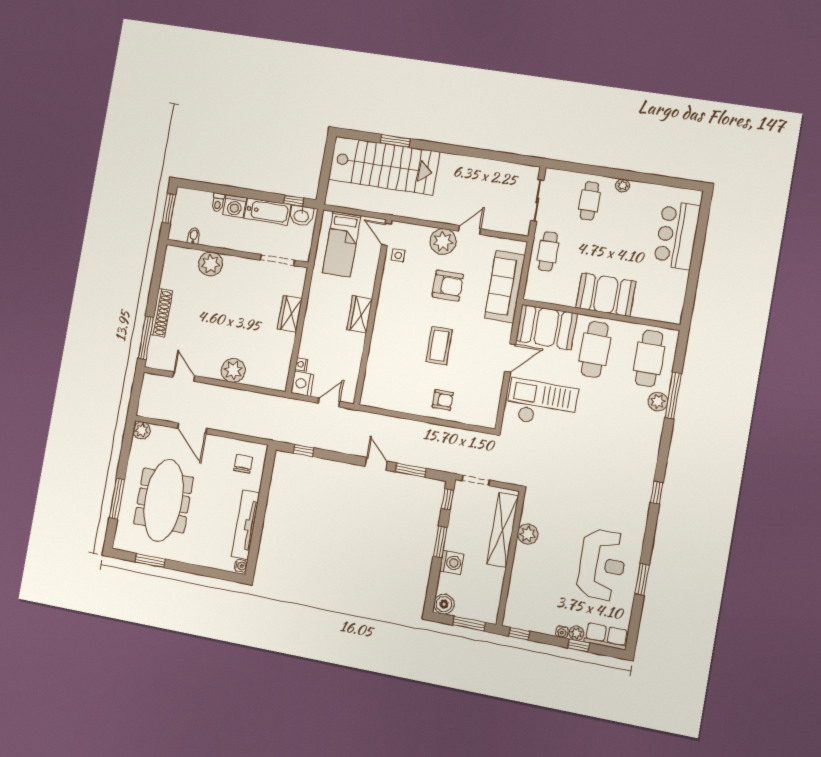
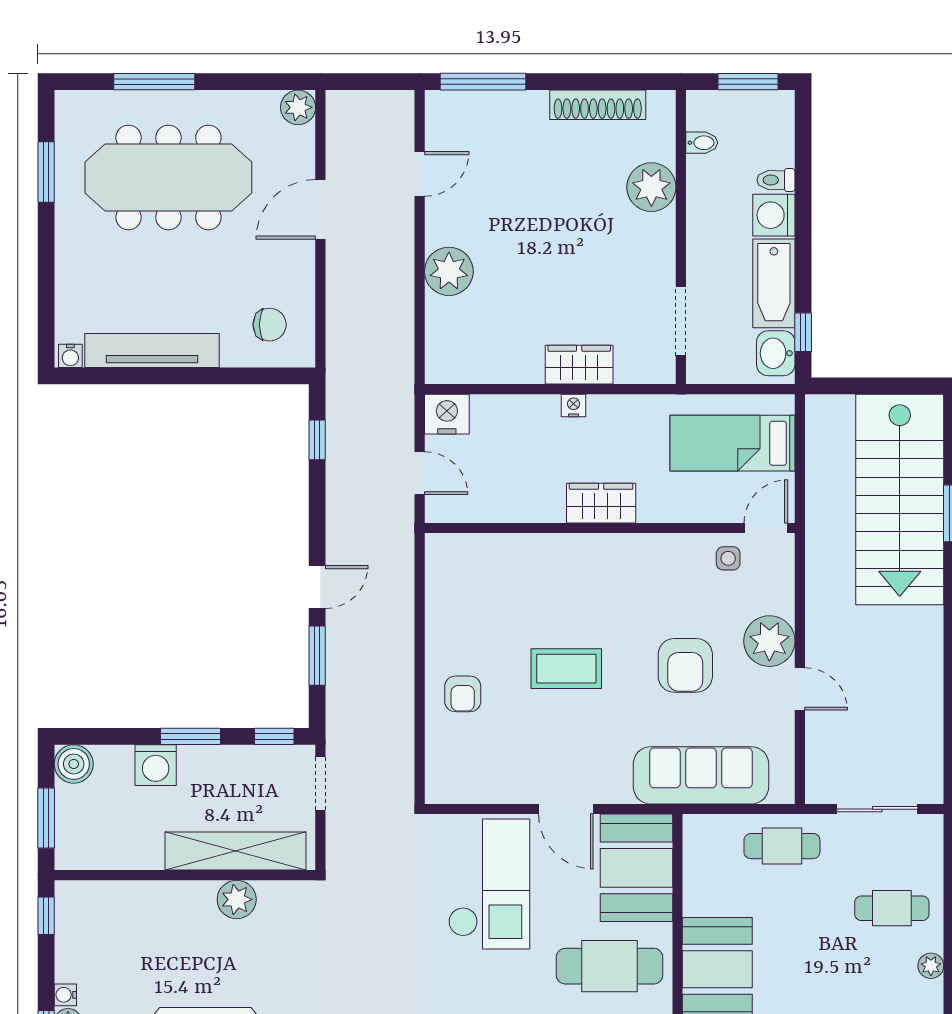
shoe rack: (161, 313) -> (598, 105), moved
nightstand: (301, 364) -> (574, 406), moved

